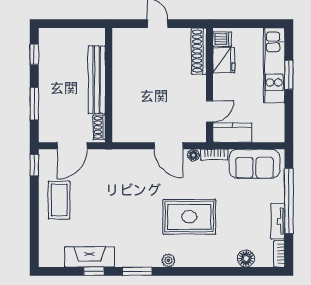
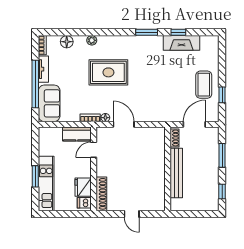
sofa: (255, 164) -> (49, 103), moved, turned 90
window: (34, 165) -> (222, 95), moved
plant: (168, 260) -> (92, 40), moved

